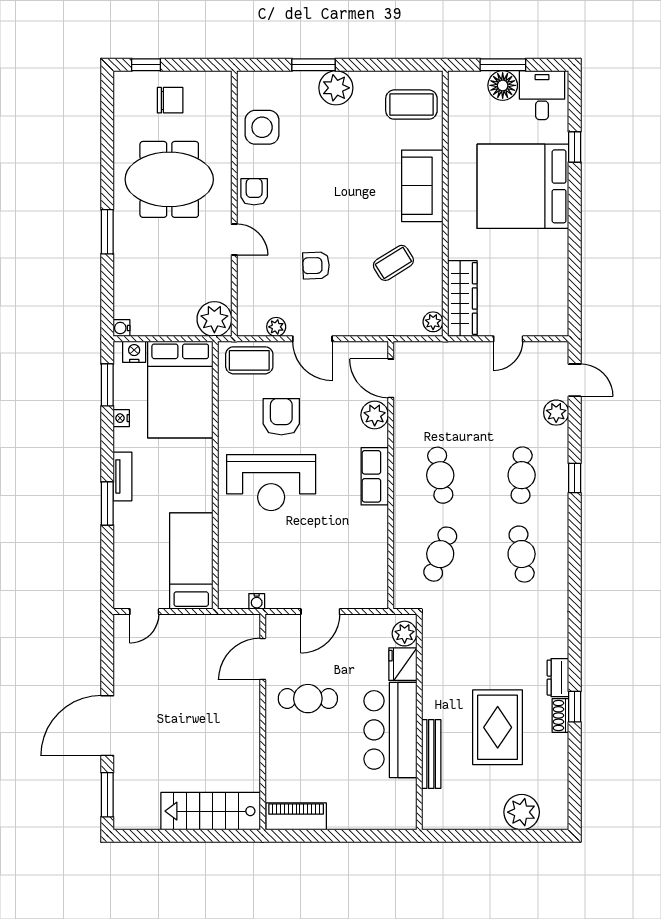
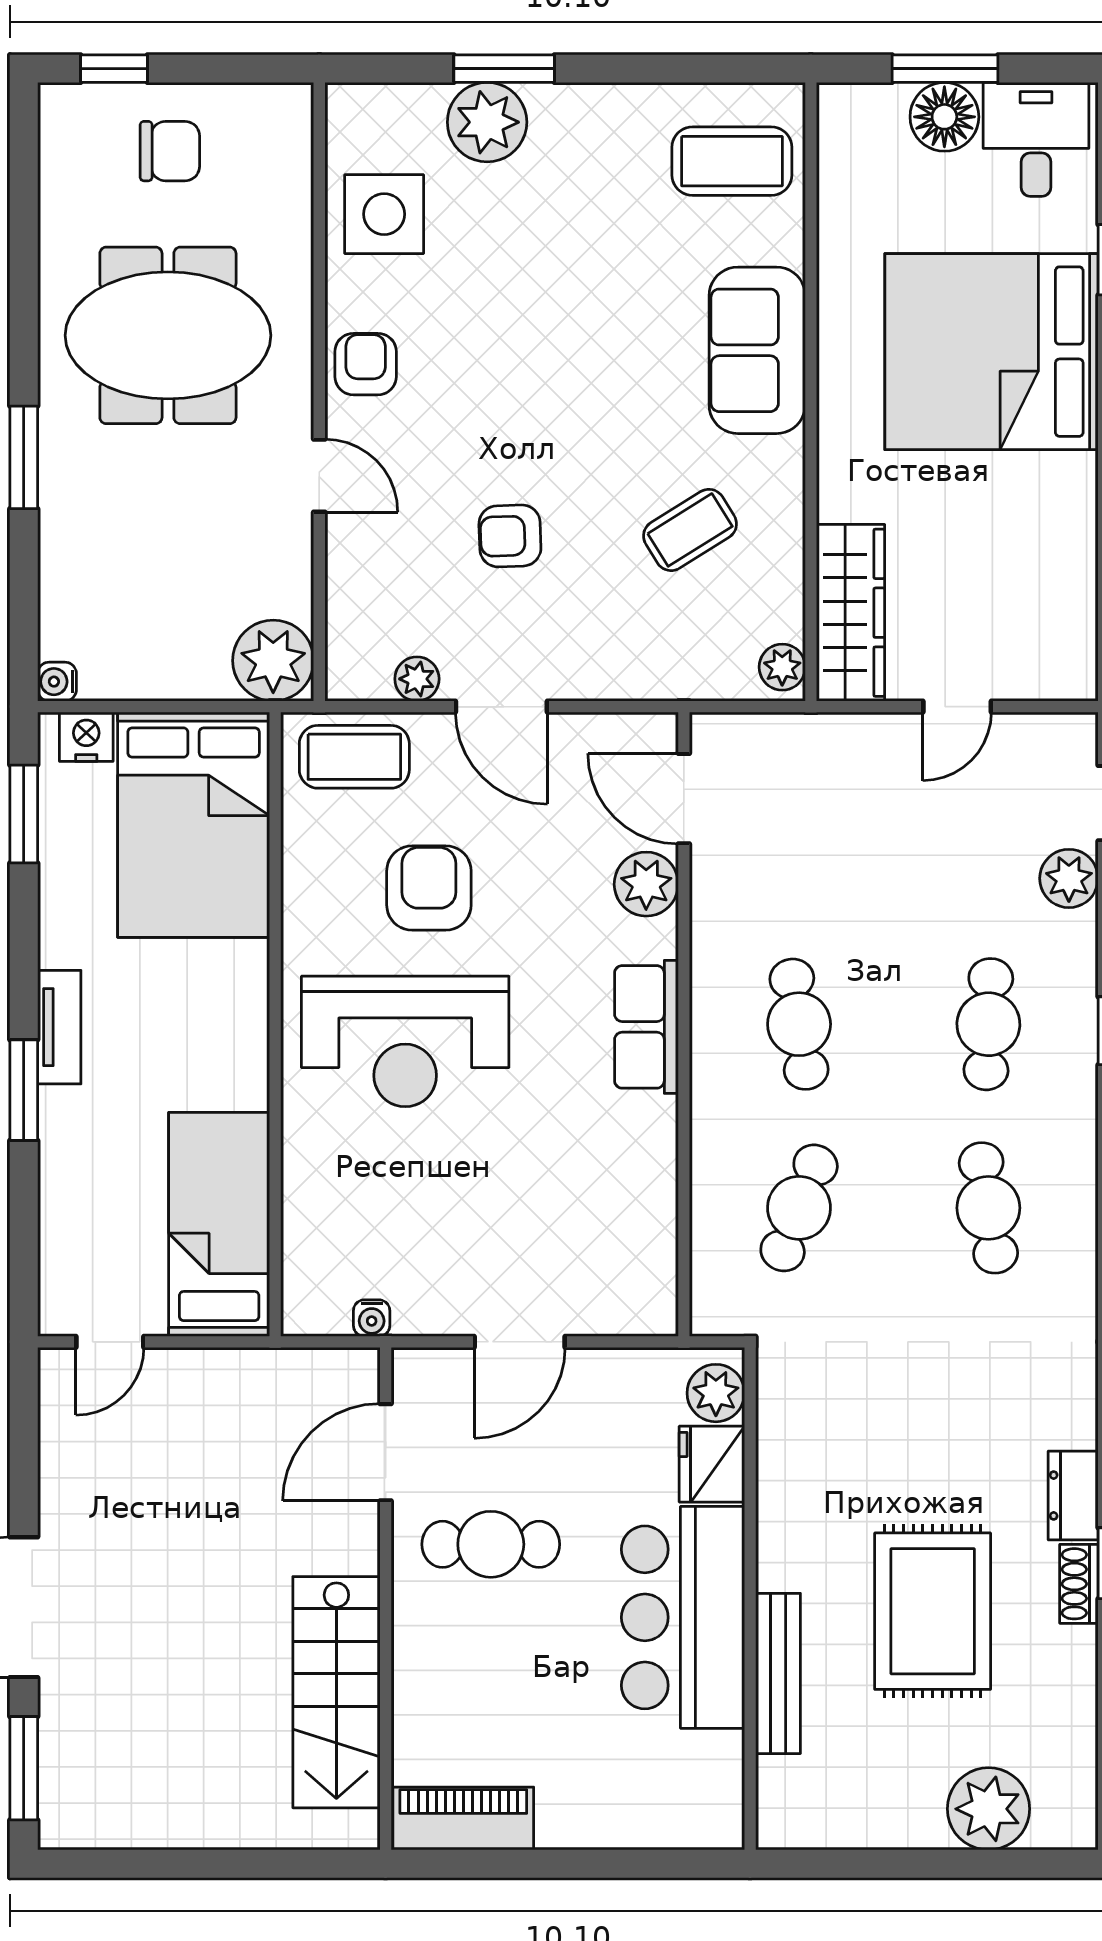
plant: (336, 88) -> (487, 122), moved
nightstand: (121, 418) -> (56, 891), removed
stairs: (211, 811) -> (336, 1692), moved, turned -90

